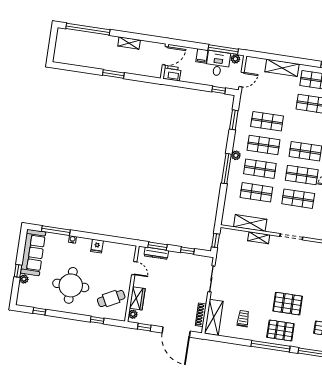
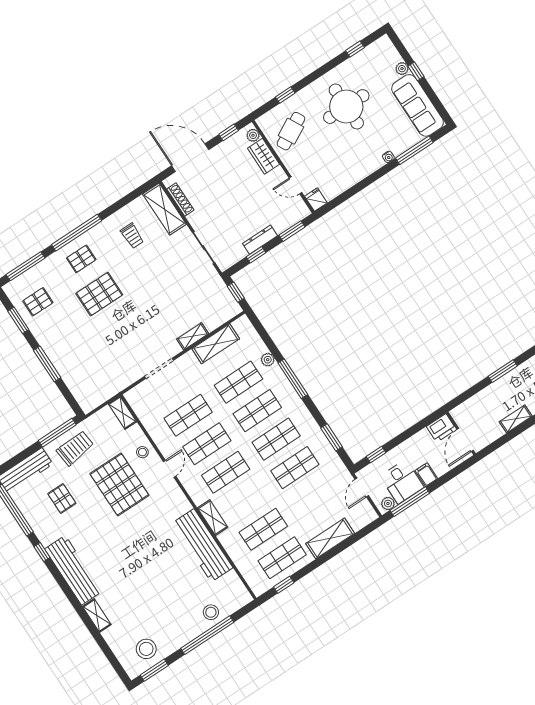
plant: (236, 155) -> (268, 360), moved
fridge: (97, 246) -> (316, 200), moved
dresser: (156, 253) -> (260, 240), moved
pallet: (280, 330) -> (81, 259), width x0.67, depth x0.71

